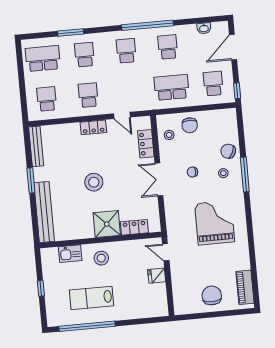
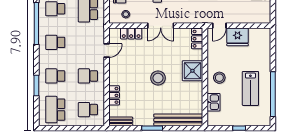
locker: (93, 127) -> (114, 95), moved
bench: (36, 146) -> (121, 121), width x0.73
locker: (134, 227) -> (197, 39), moved
fridge: (157, 276) -> (238, 37), width x1.88, depth x1.34

